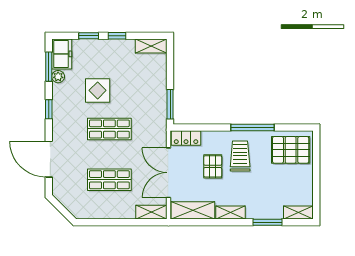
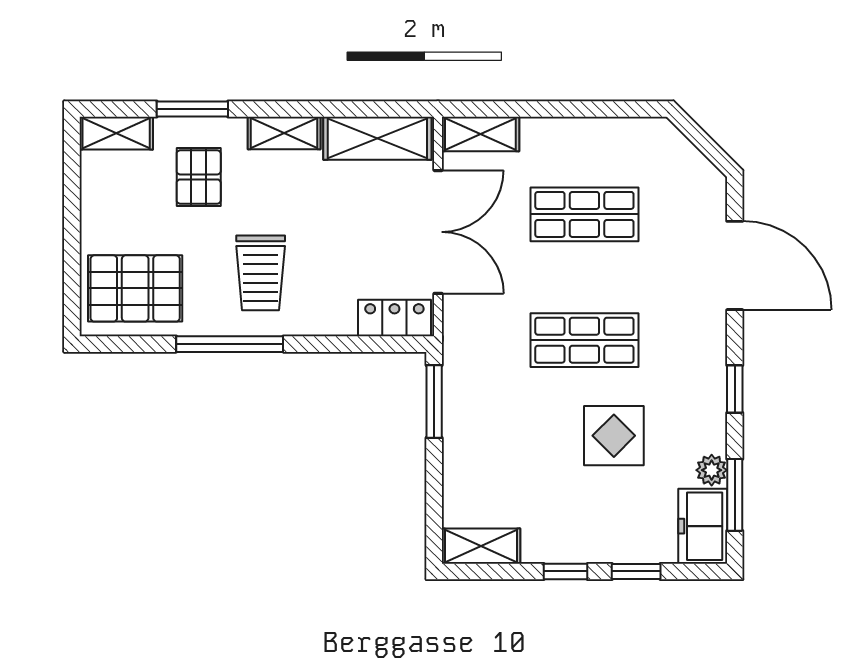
pallet: (213, 166) -> (199, 177), moved

